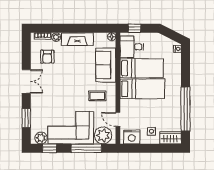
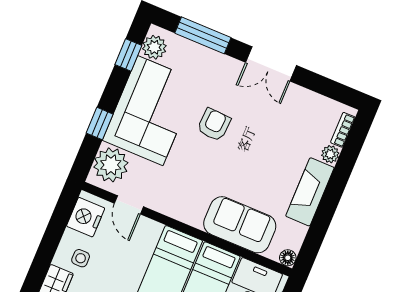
armchair: (47, 57) -> (214, 125), moved, turned 93
coffee table: (97, 96) -> (189, 185), removed
window: (26, 118) -> (203, 35), width x1.44
door: (118, 119) -> (129, 205), swing flipped
window: (86, 148) -> (100, 124), width x0.46

